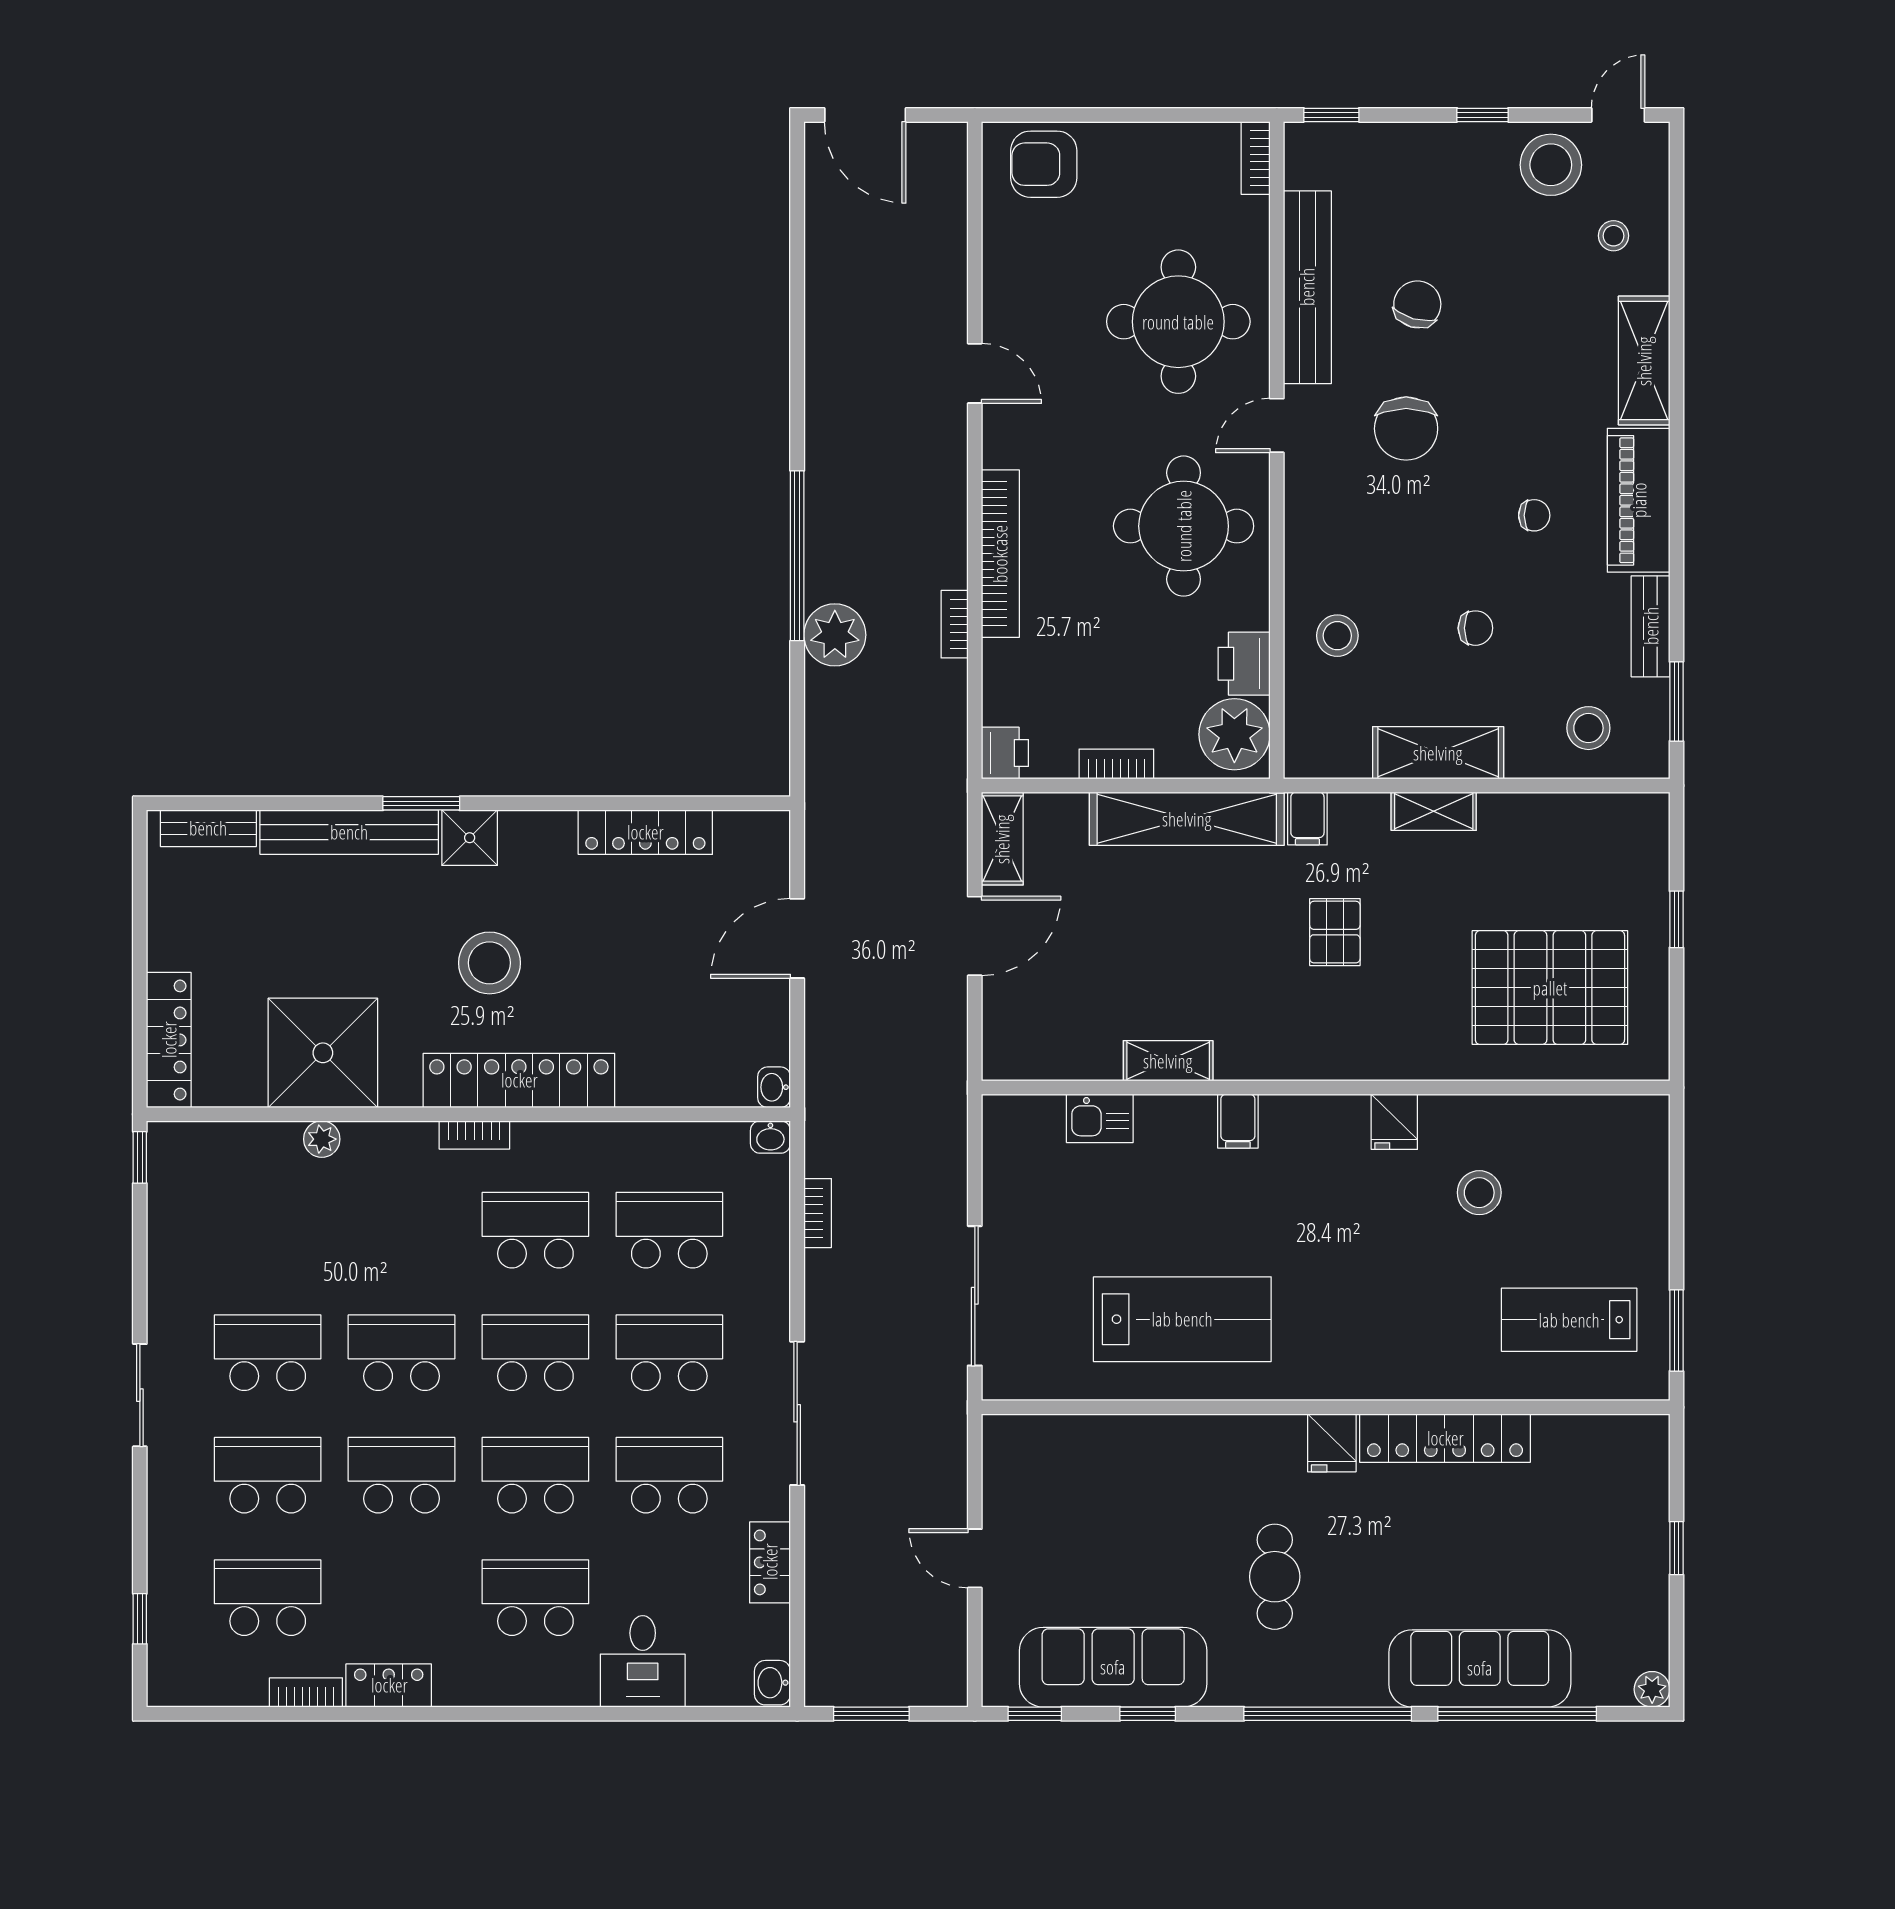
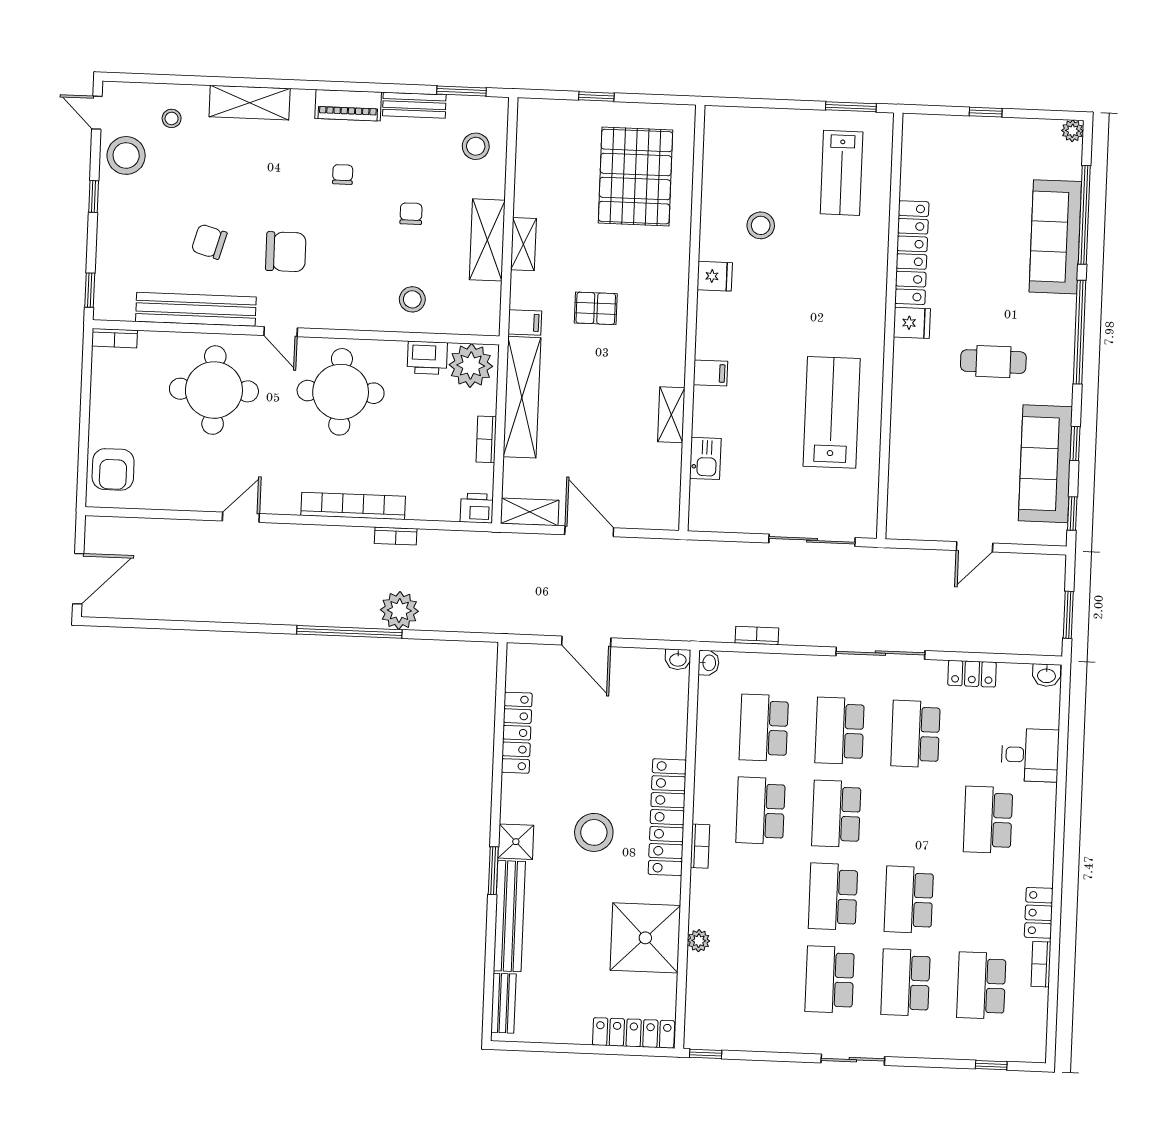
piano: (1639, 500) -> (348, 105), width x0.73, depth x0.75
school desk: (535, 1475) -> (912, 817), removed

